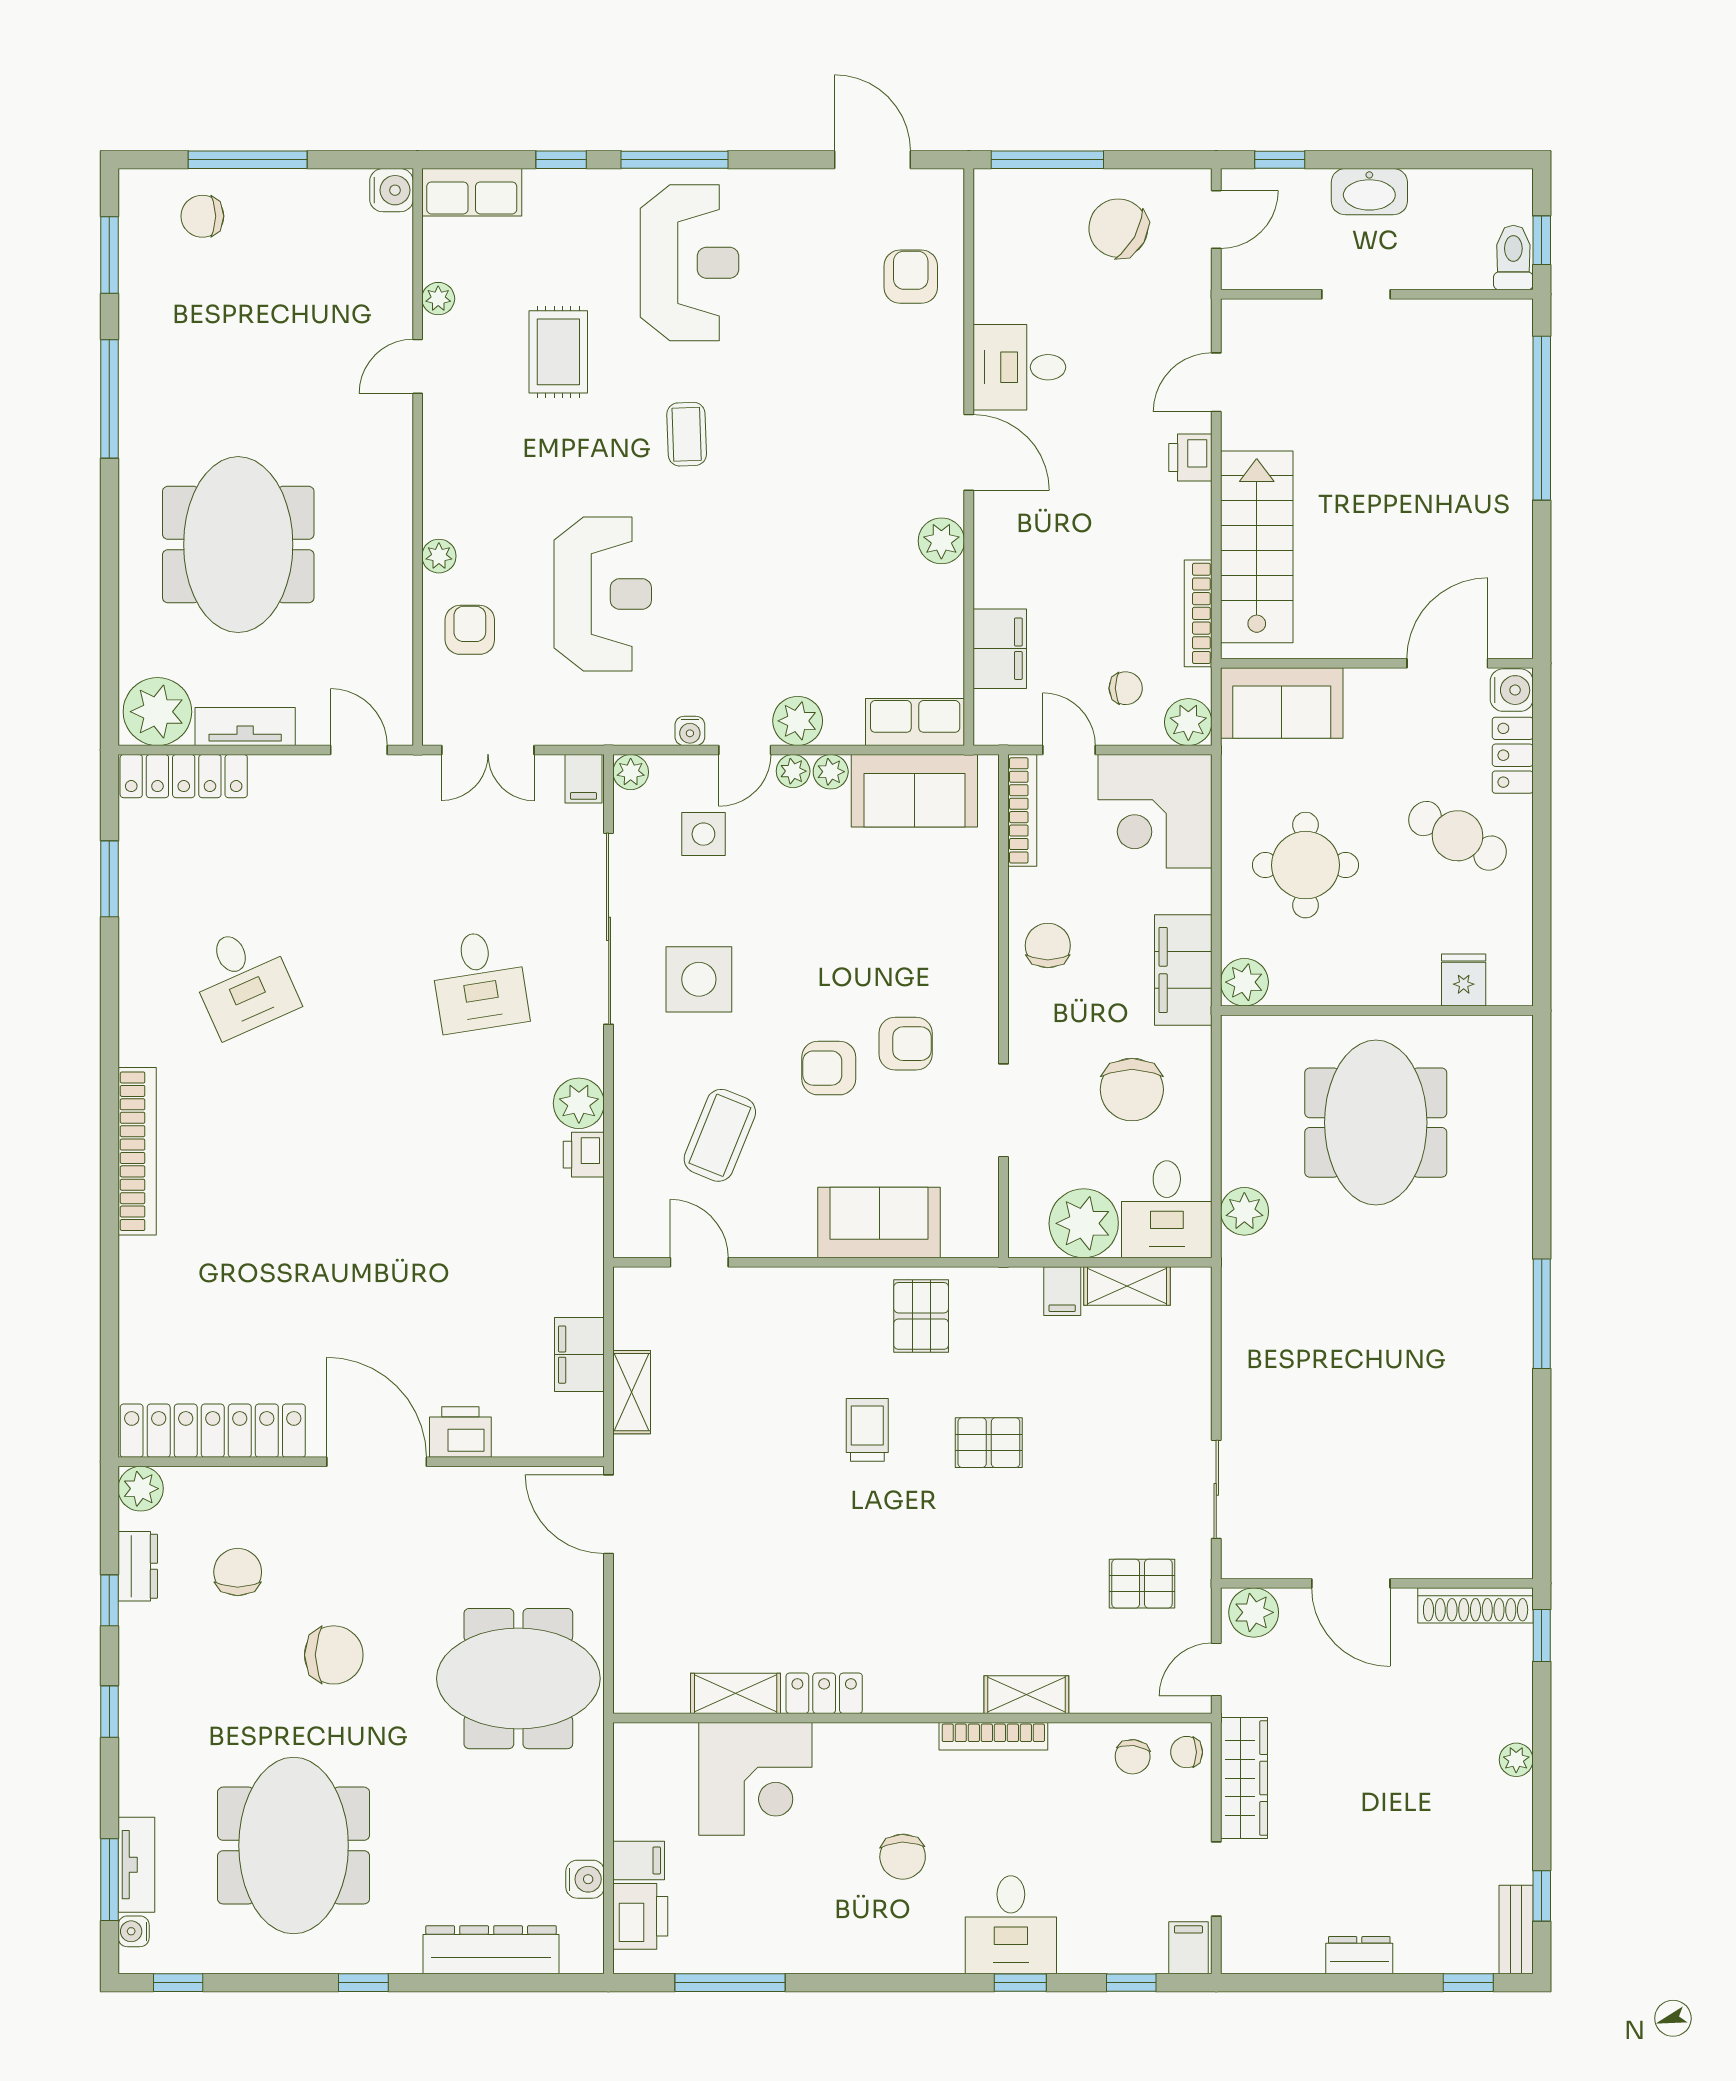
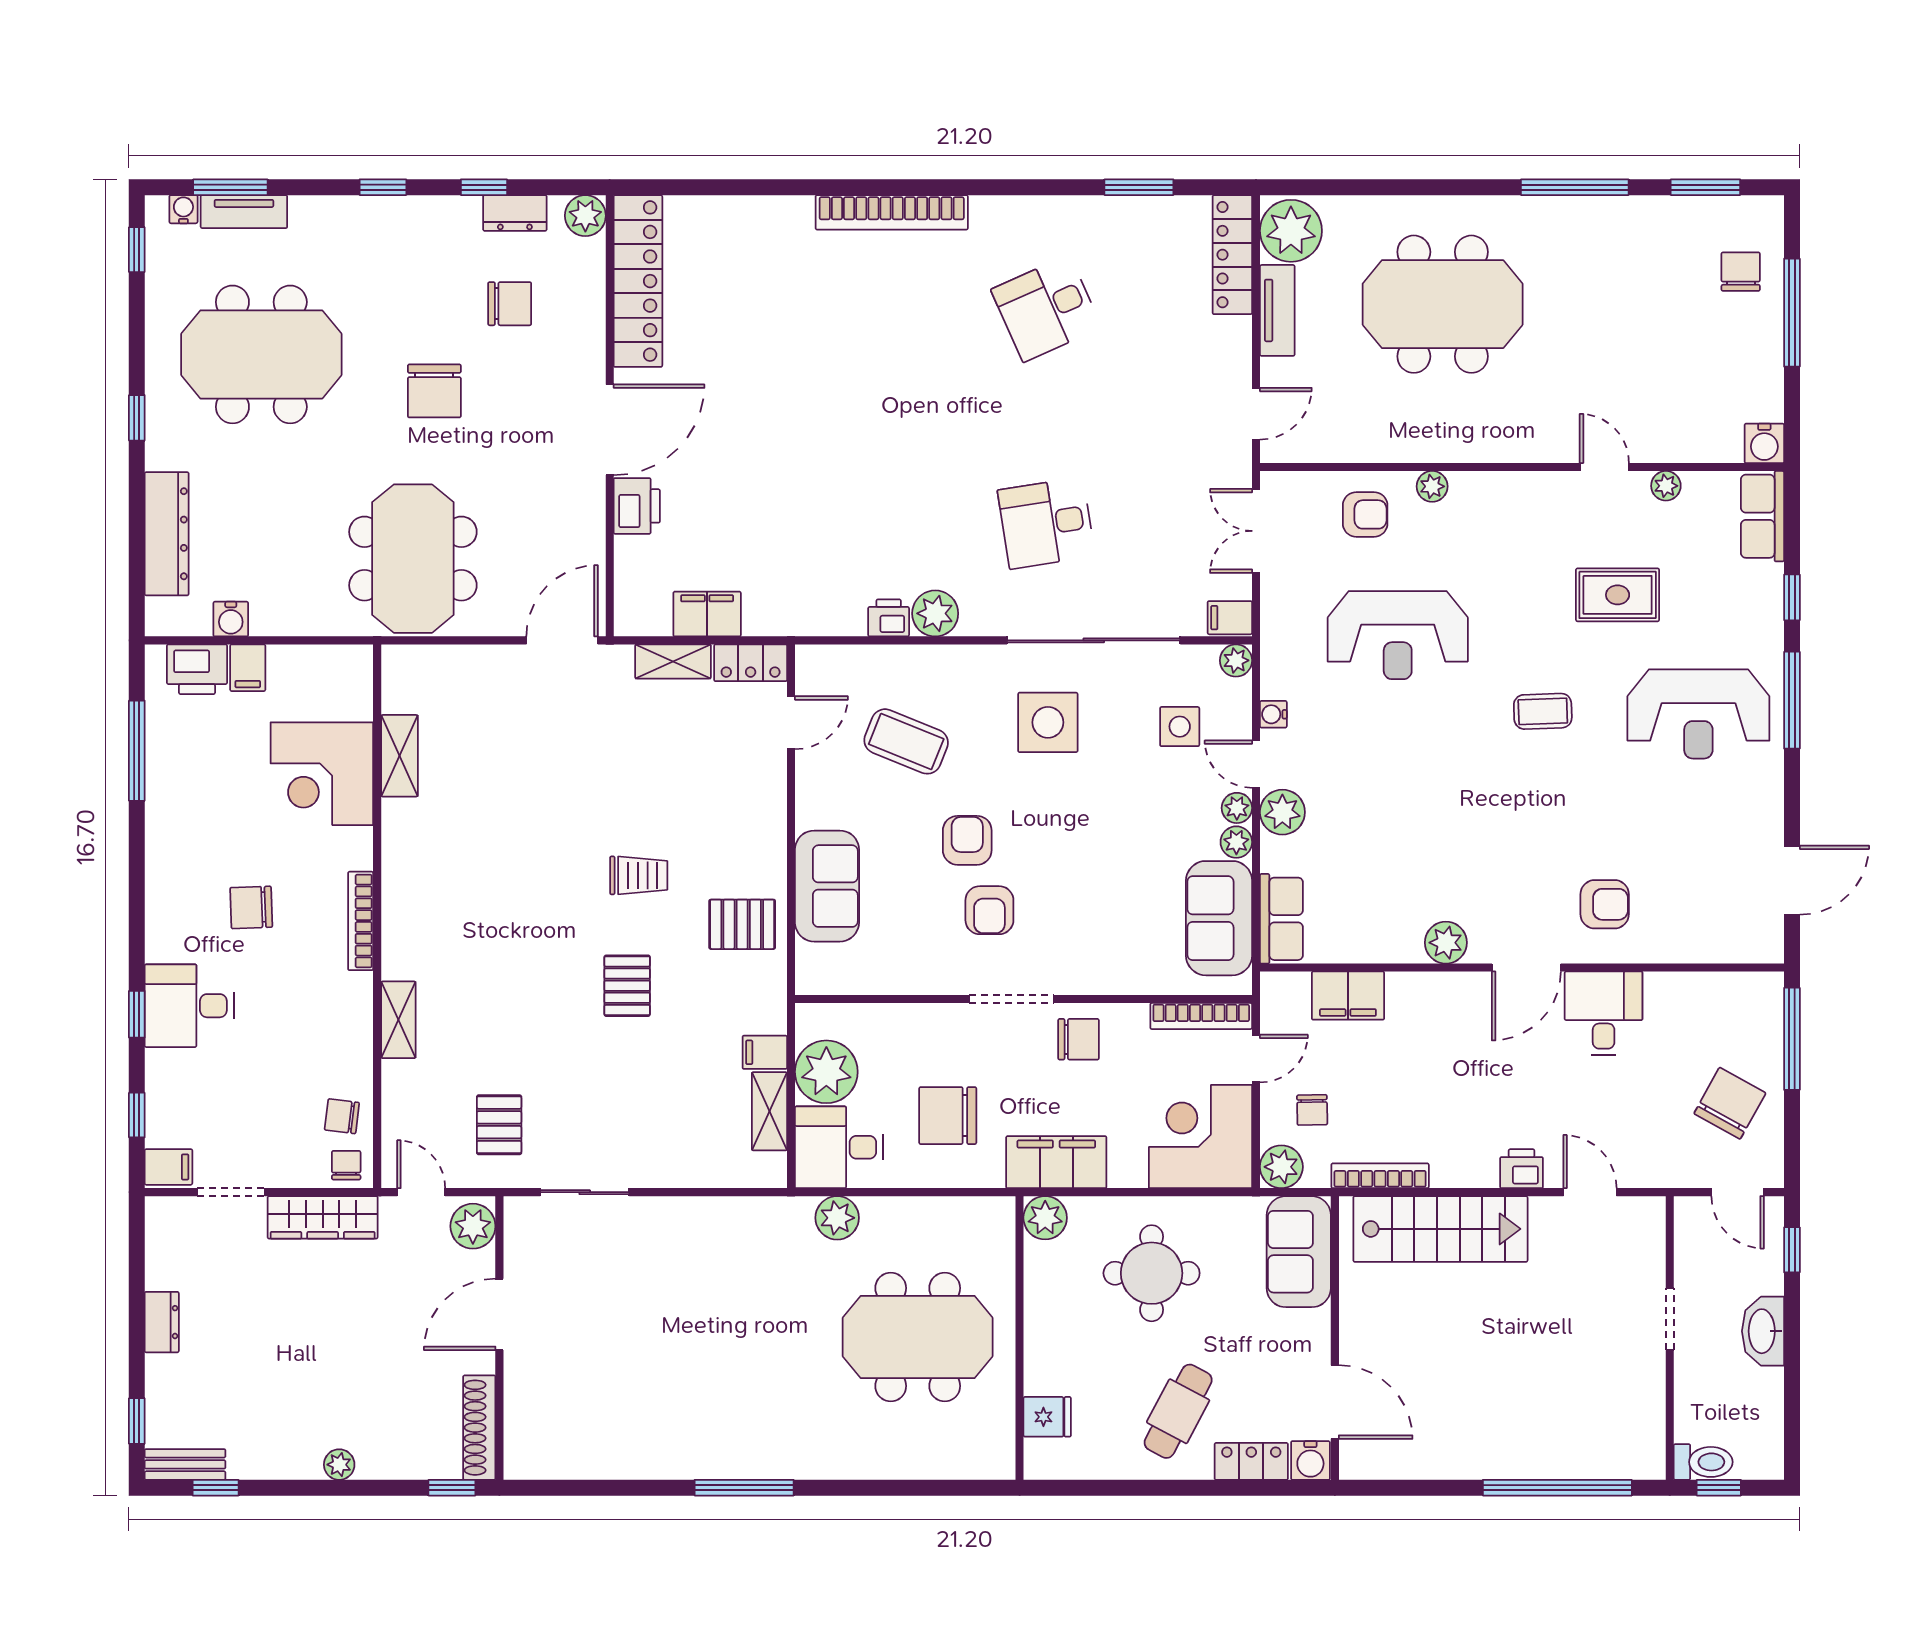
armchair: (911, 277) -> (1605, 904), moved
doorway: (1004, 1110) -> (1011, 999), moved
locker: (824, 1693) -> (751, 663), moved, turned 90
bookcase: (993, 1736) -> (361, 921), moved

